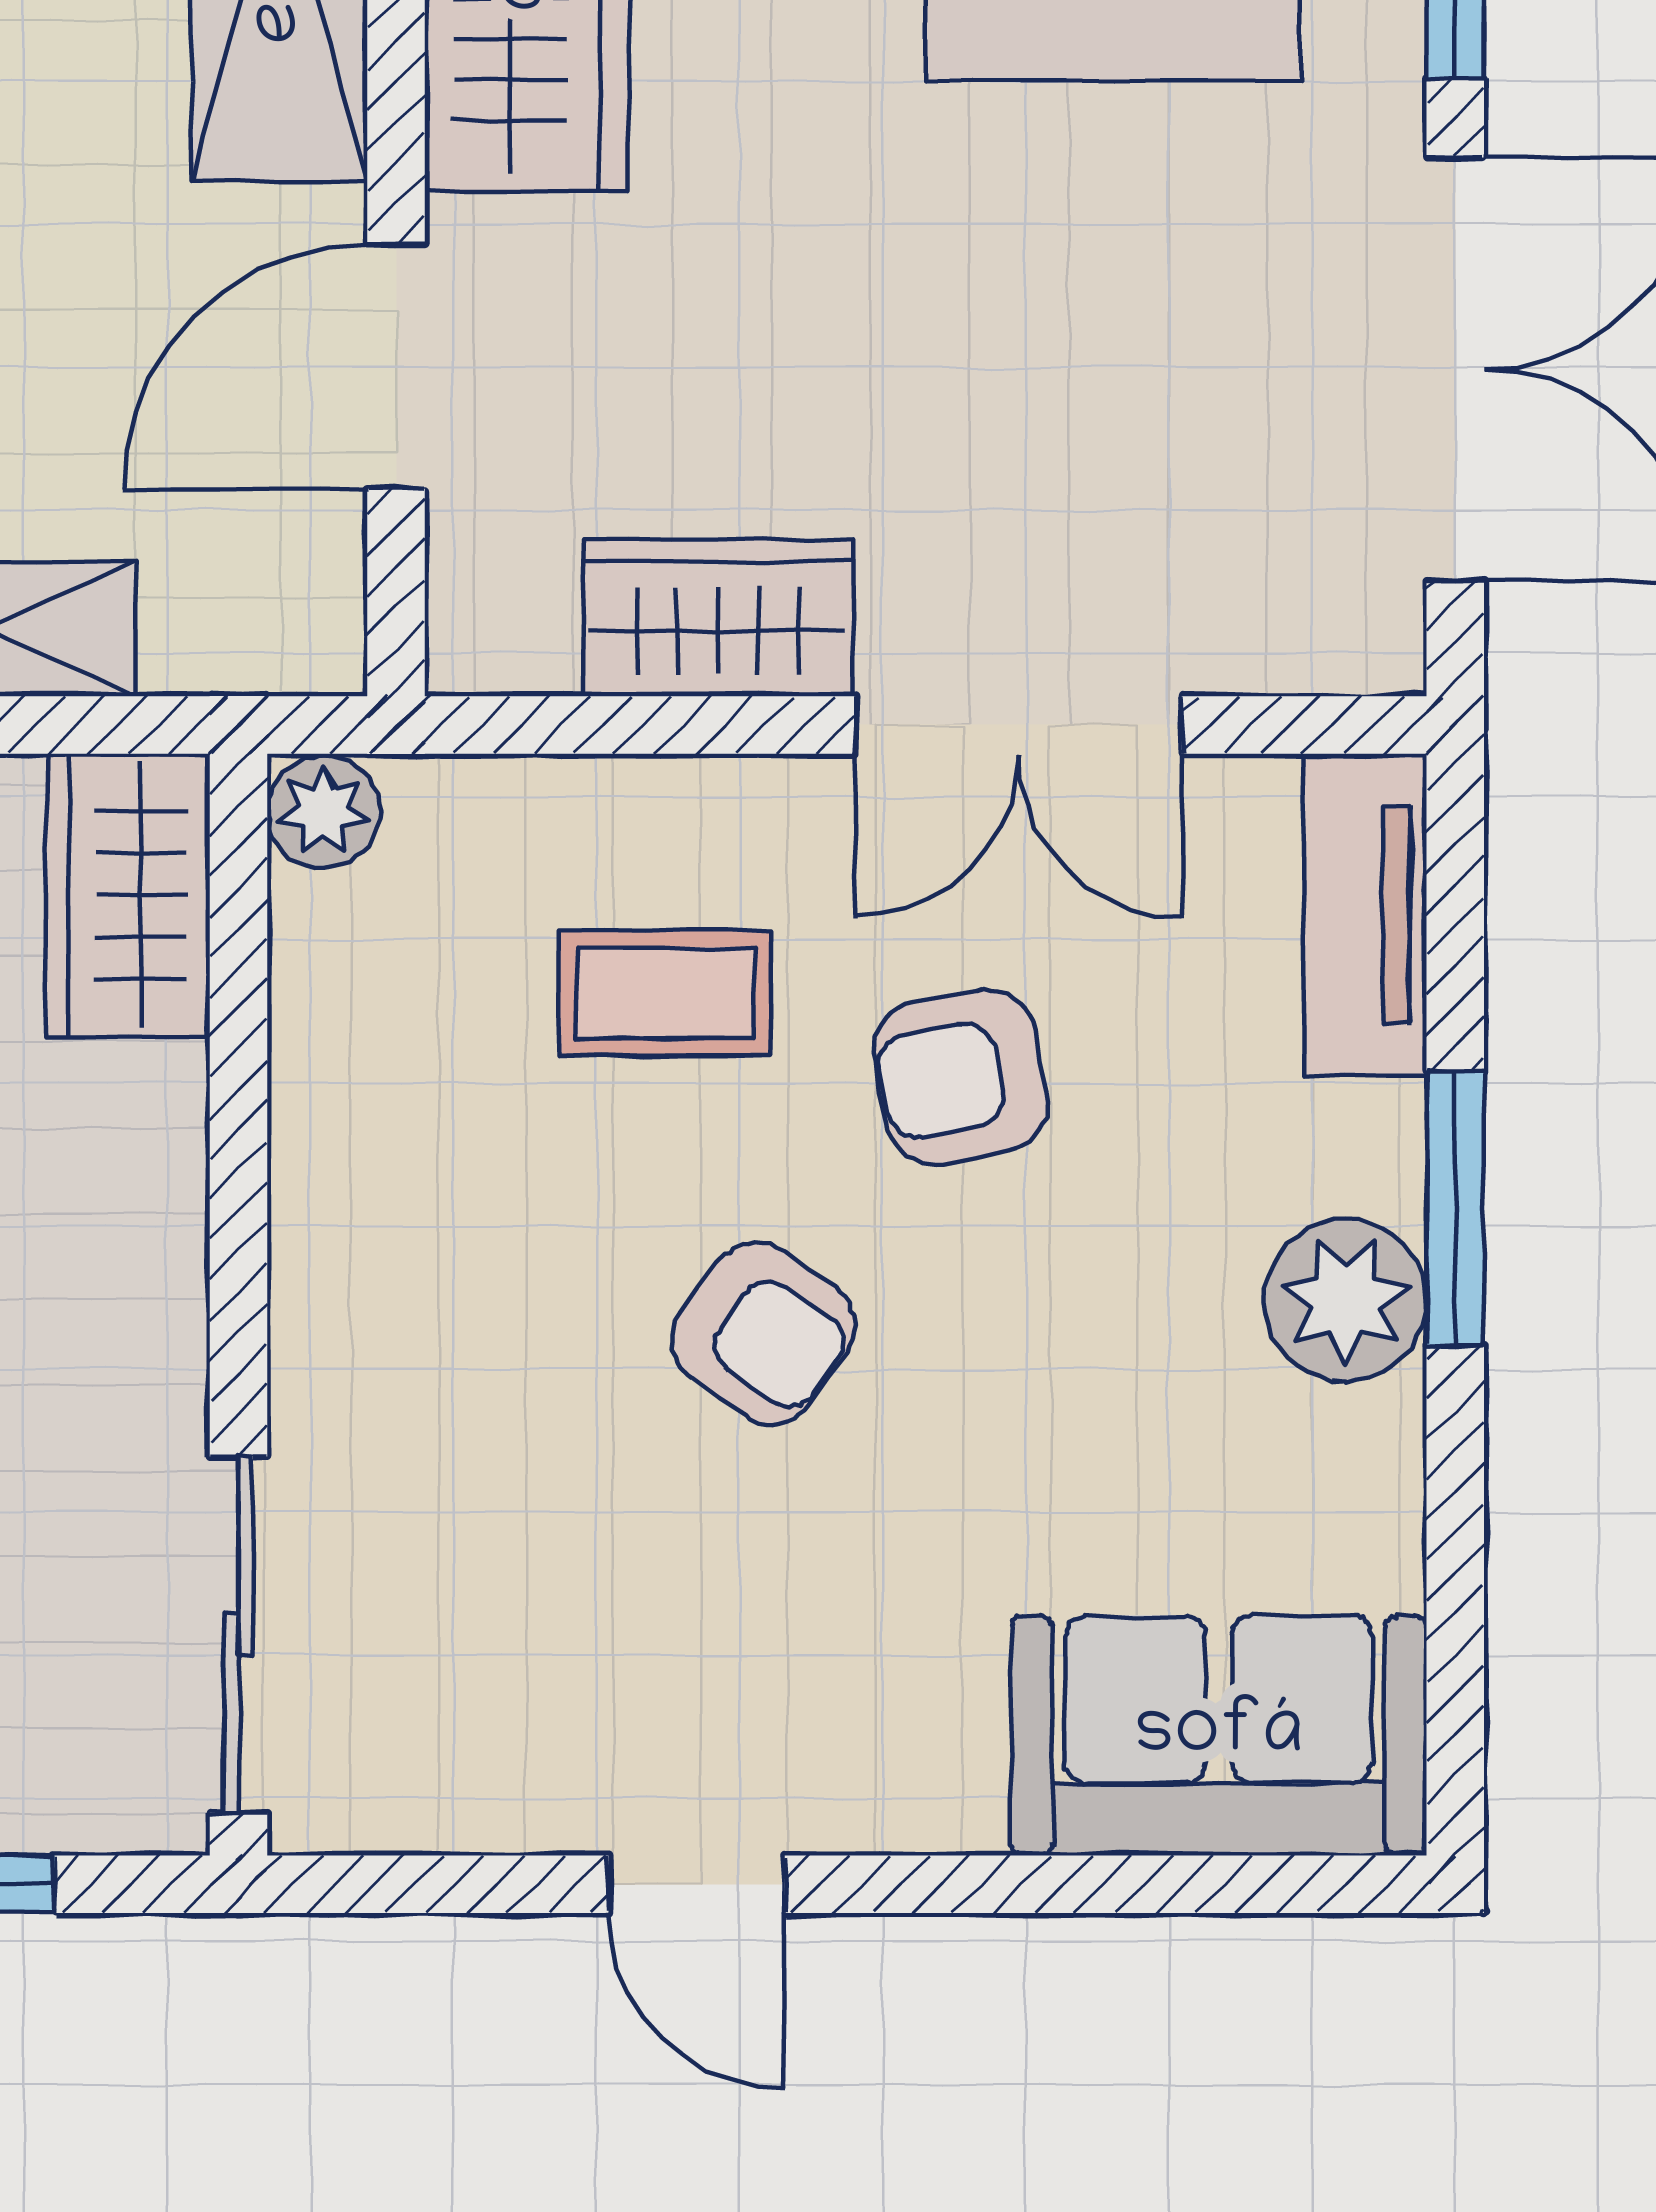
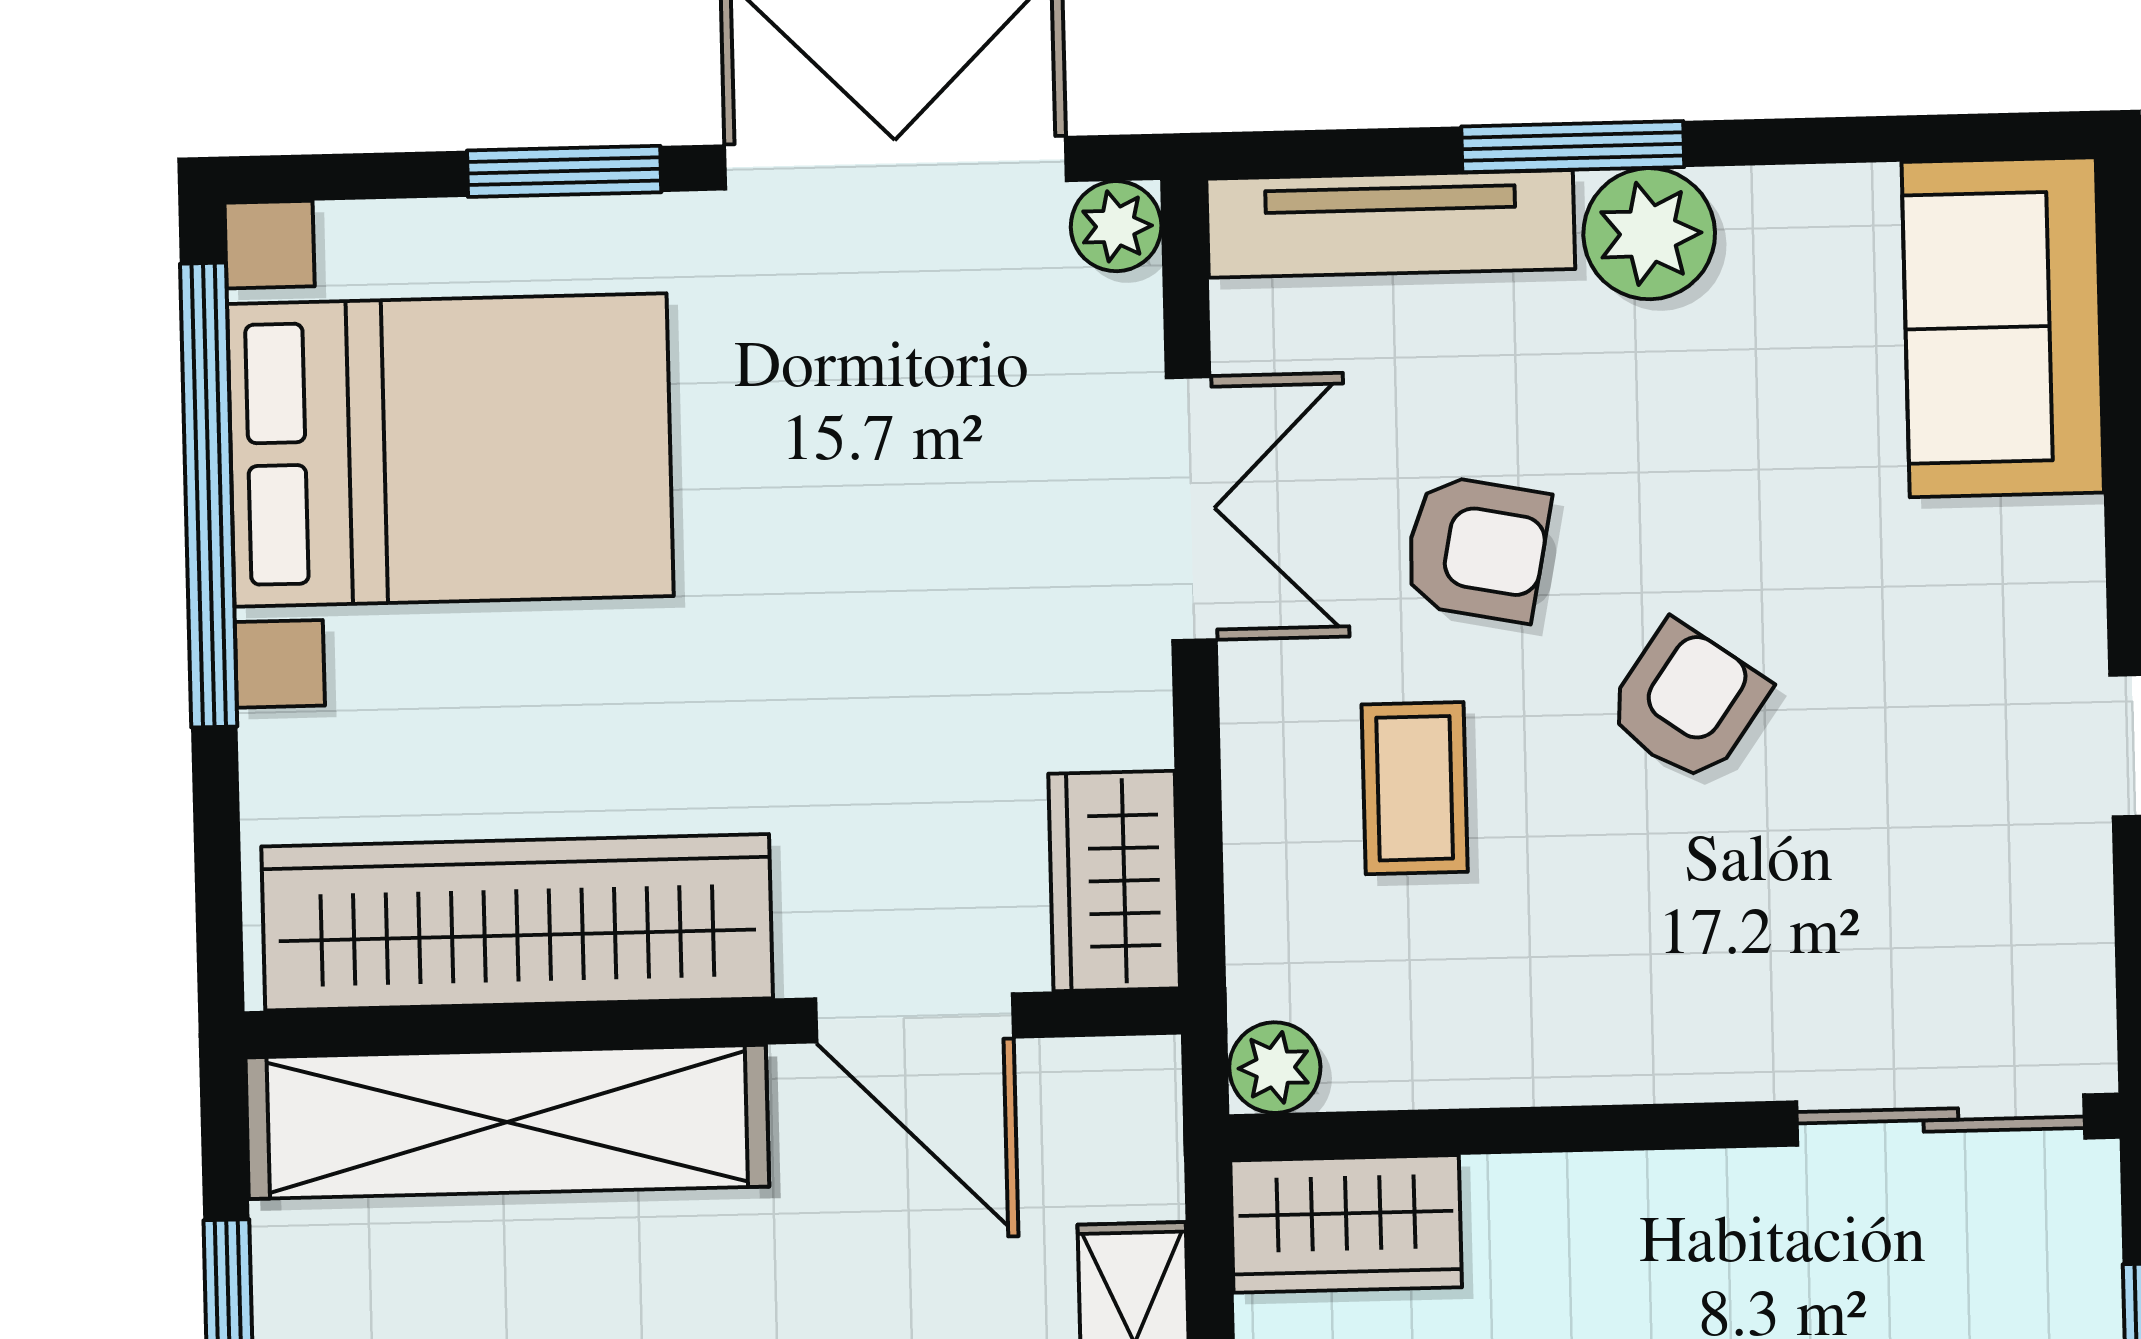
wardrobe: (718, 618) -> (1114, 881), moved
plant: (1371, 640) -> (1116, 226), added
tv unit: (1365, 915) -> (1391, 224), width x1.41
armchair: (960, 1077) -> (1477, 549), turned -68

